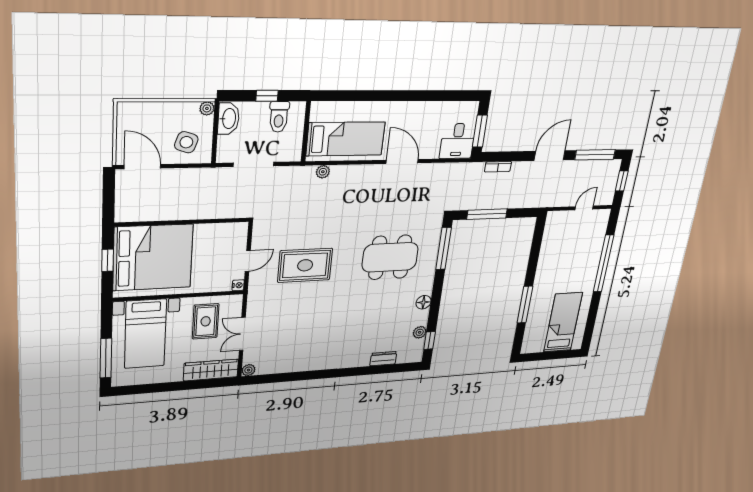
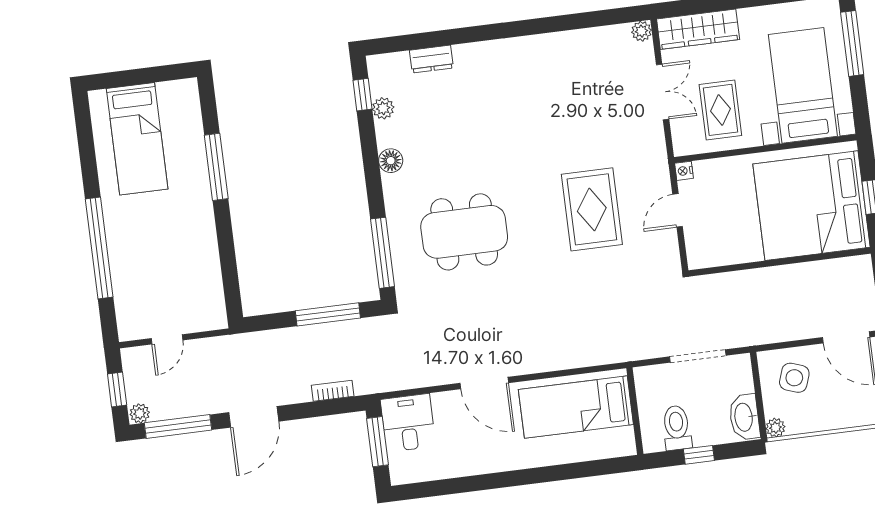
plant: (323, 172) -> (140, 413), moved
rug: (305, 265) -> (592, 209), turned 90

